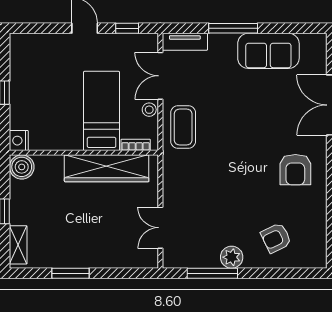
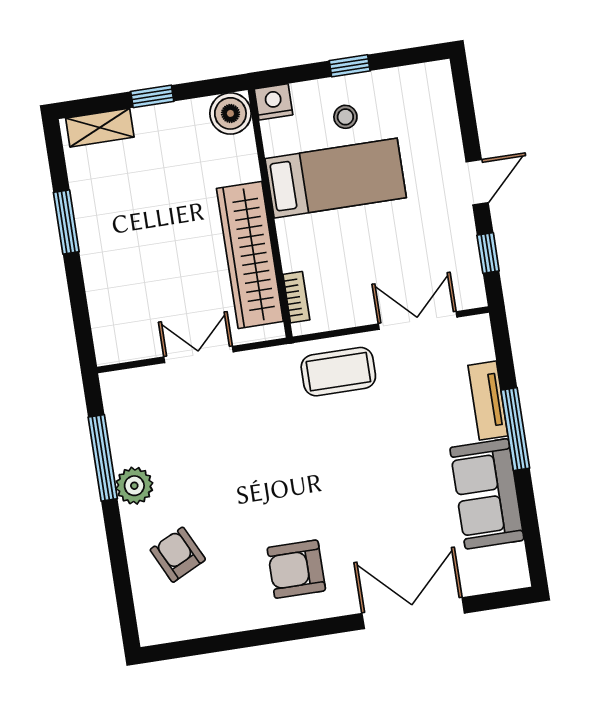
tv unit: (185, 42) -> (488, 401), moved
stool: (149, 110) -> (345, 117), moved
bed: (102, 111) -> (336, 178), moved
double door: (160, 228) -> (199, 354), moved

